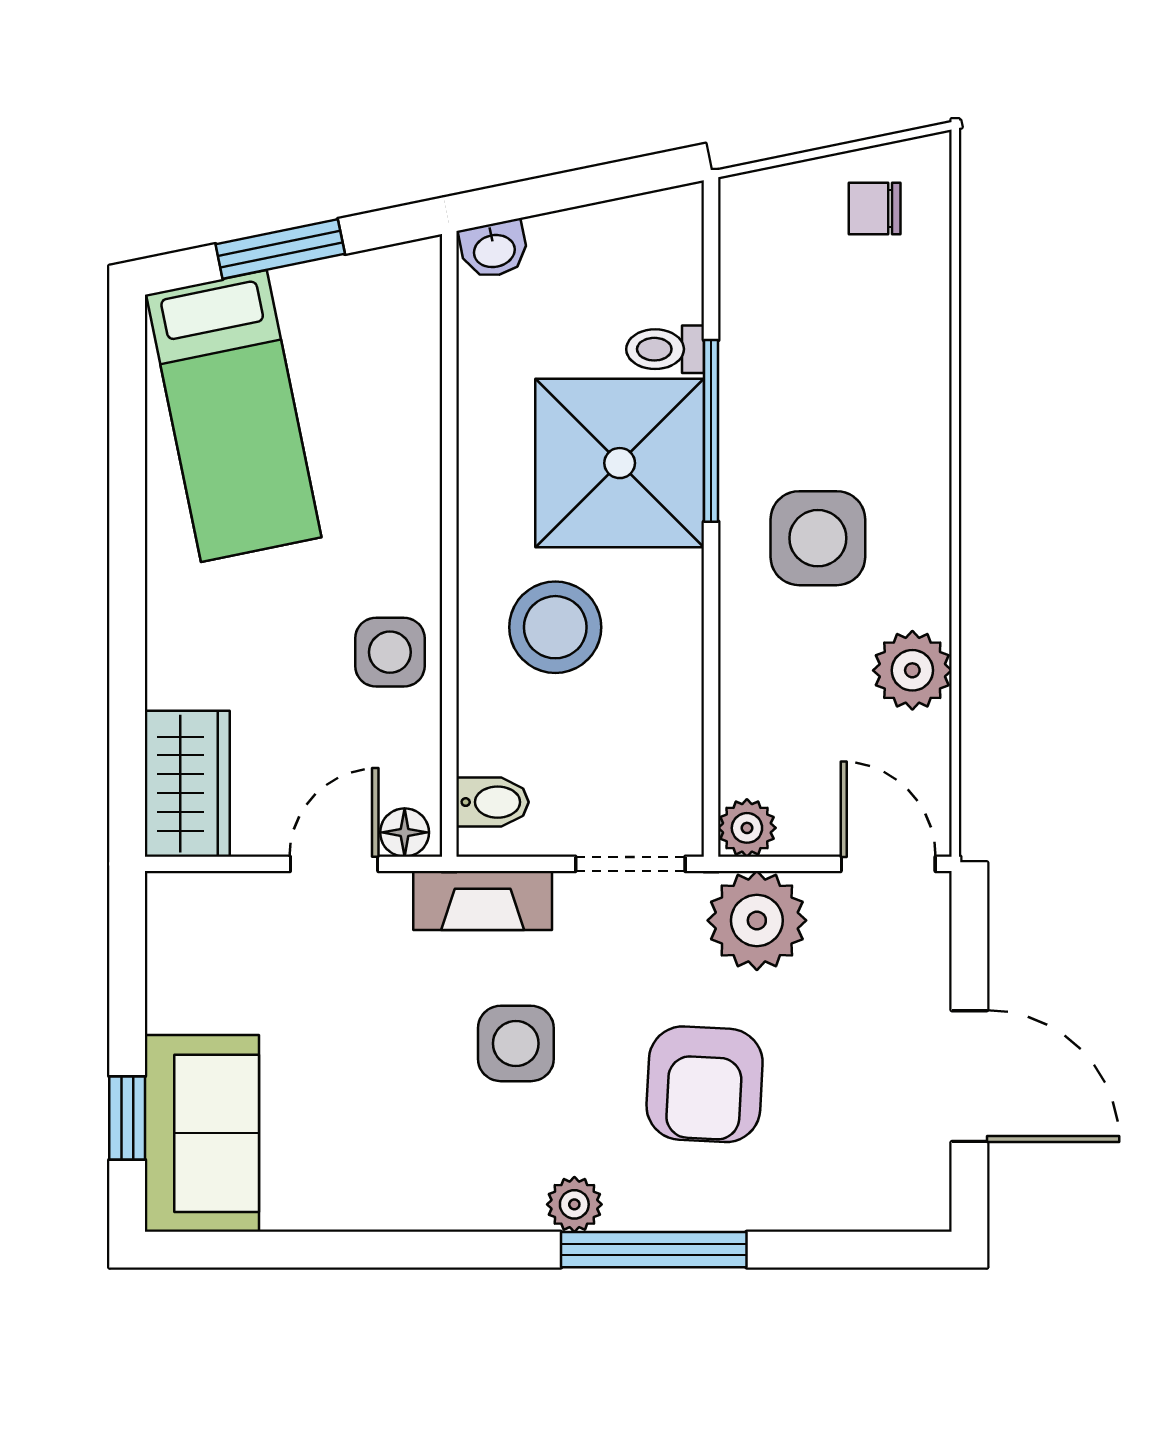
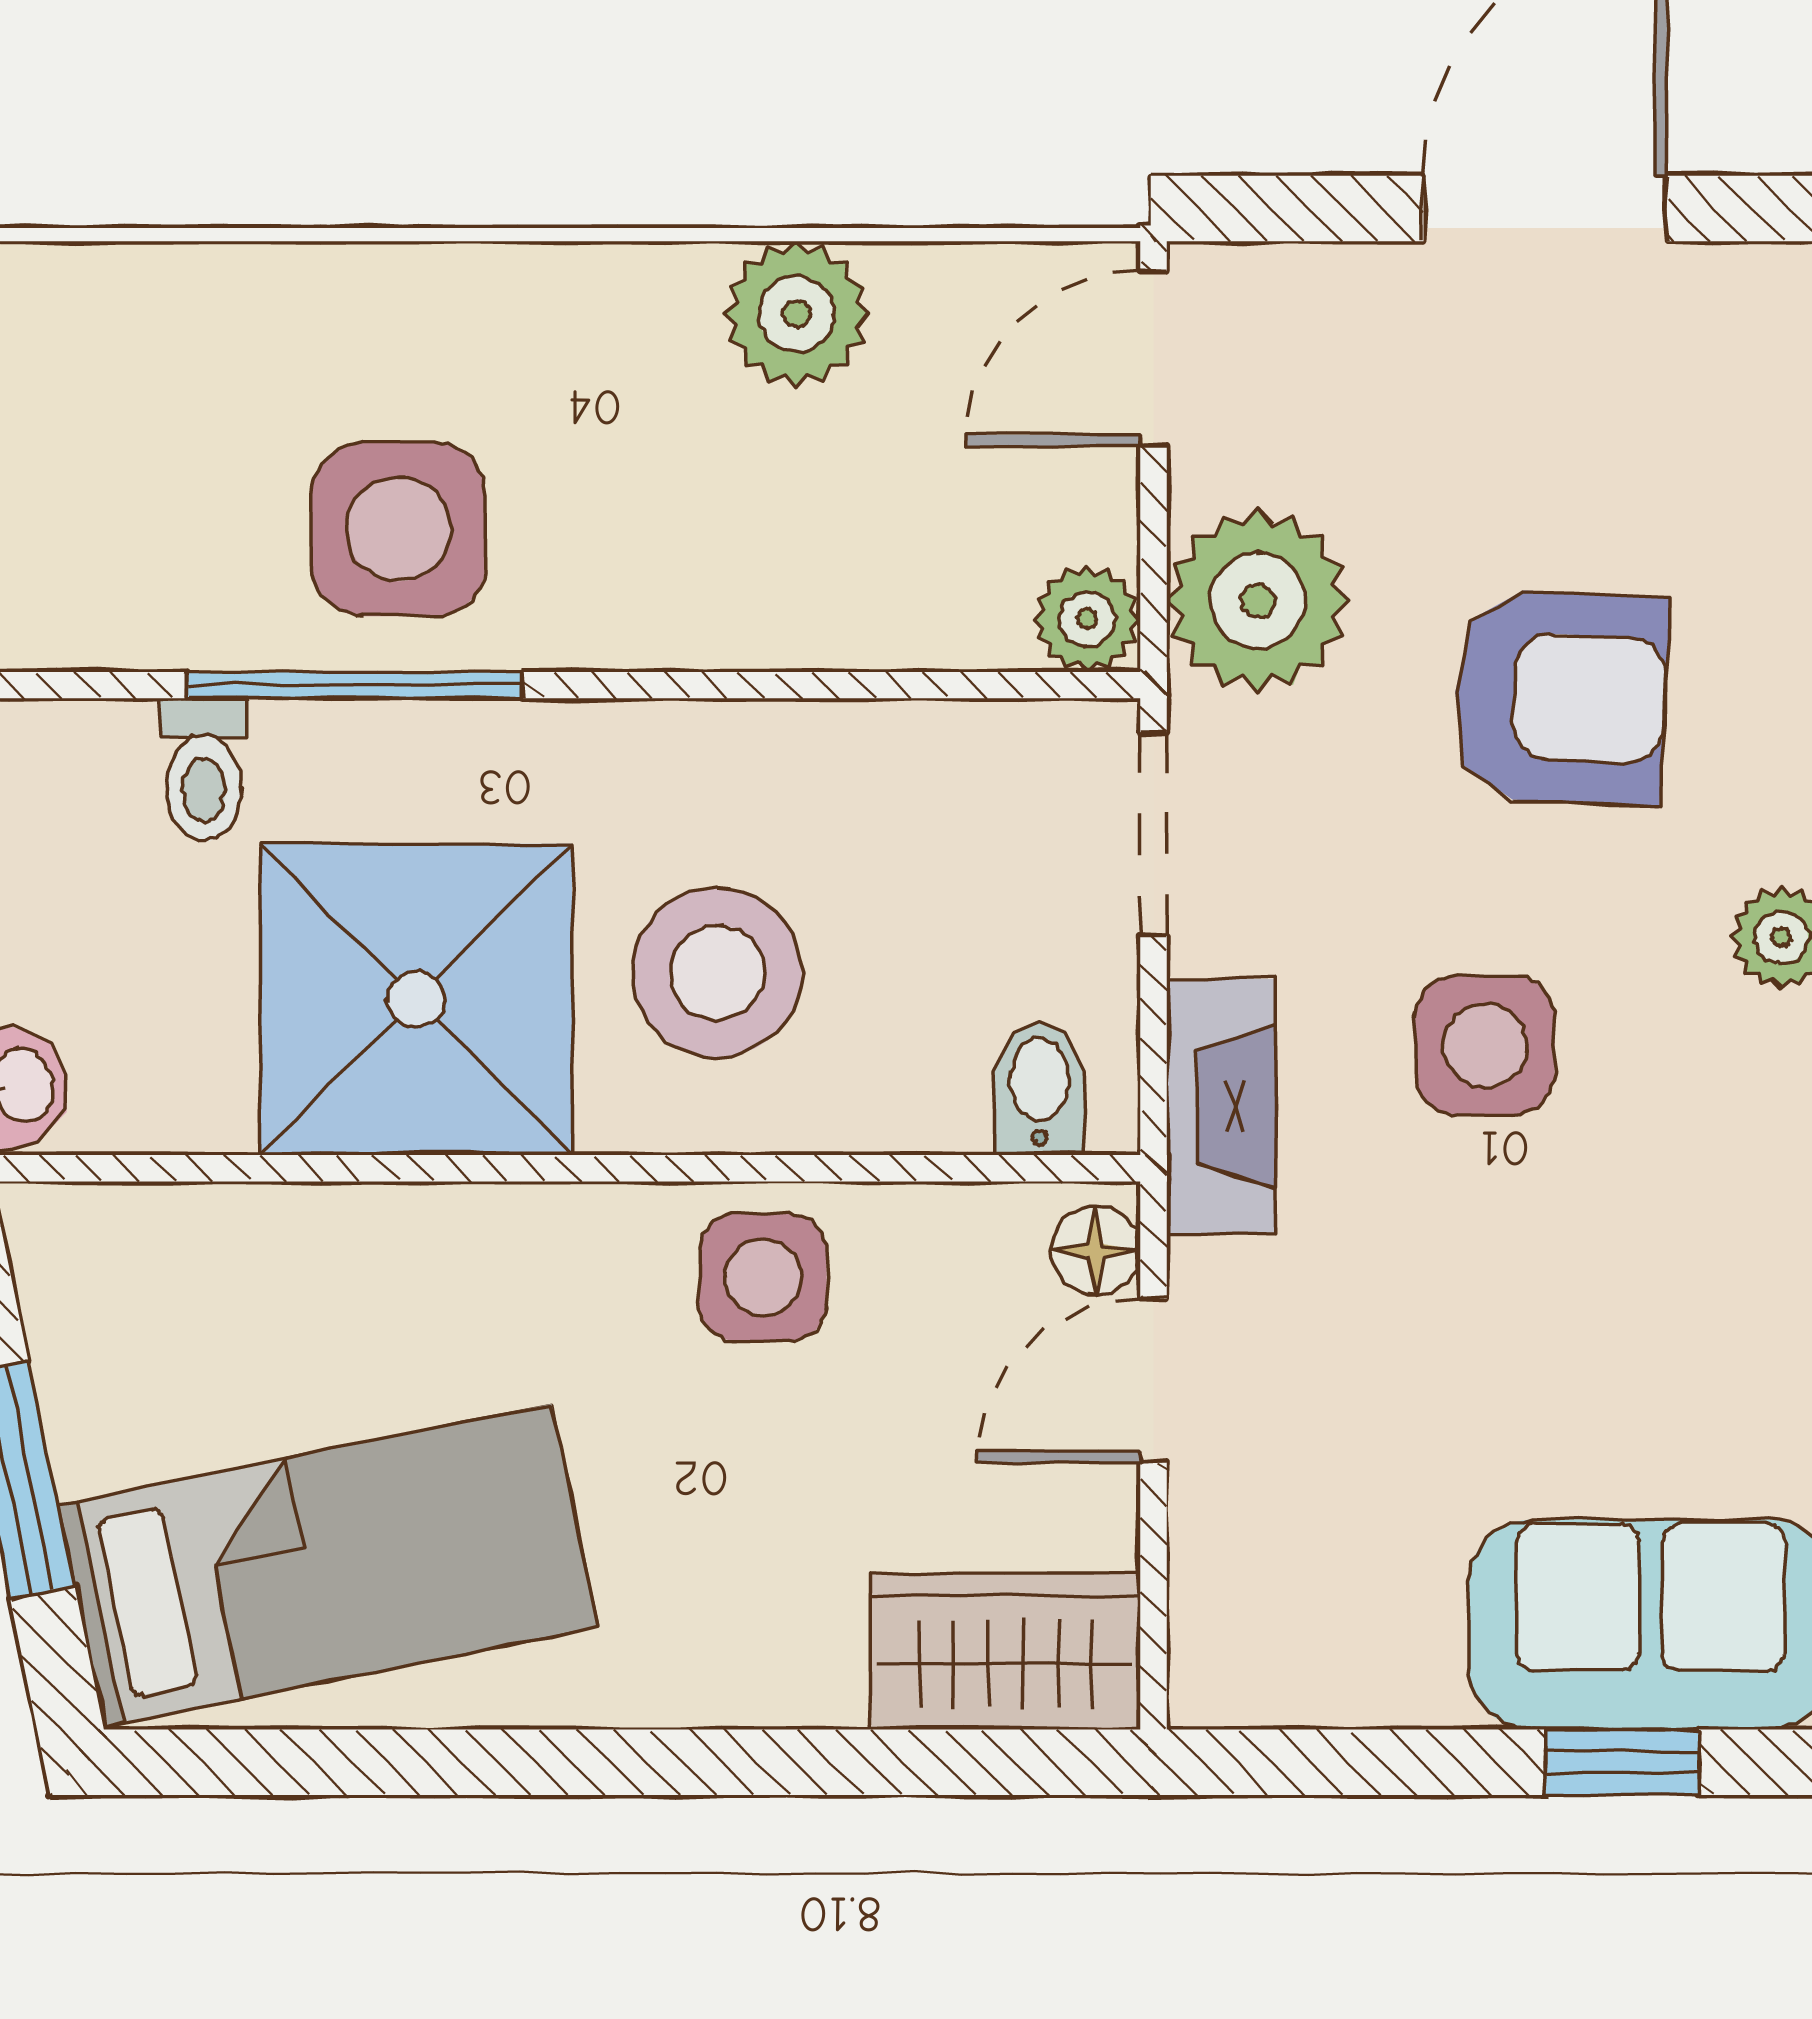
shower: (620, 463) -> (416, 1000), moved
side table: (818, 538) -> (399, 529), moved
door: (334, 864) -> (1153, 1381), hinge flipped

